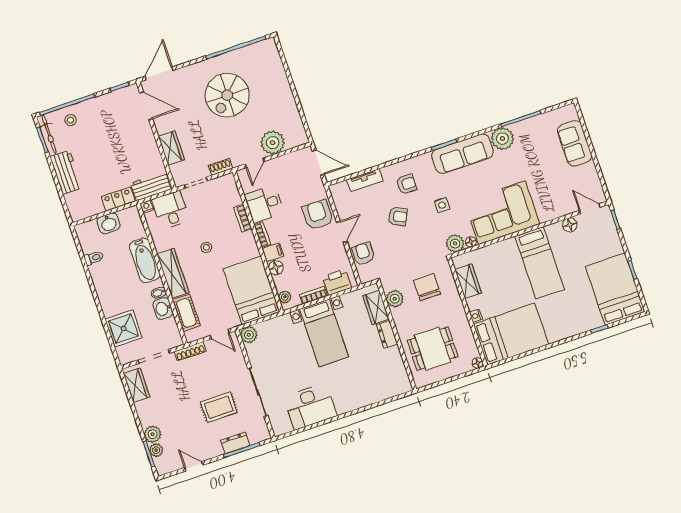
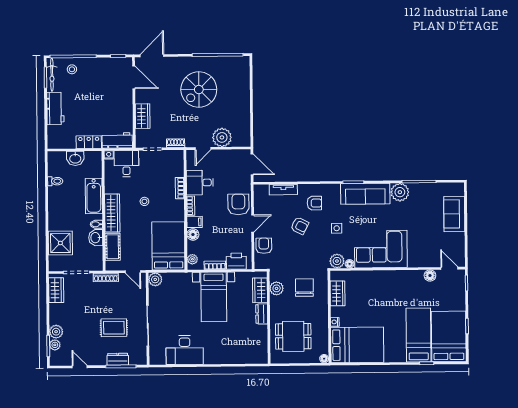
bed: (540, 263) -> (419, 335), moved, turned 180

